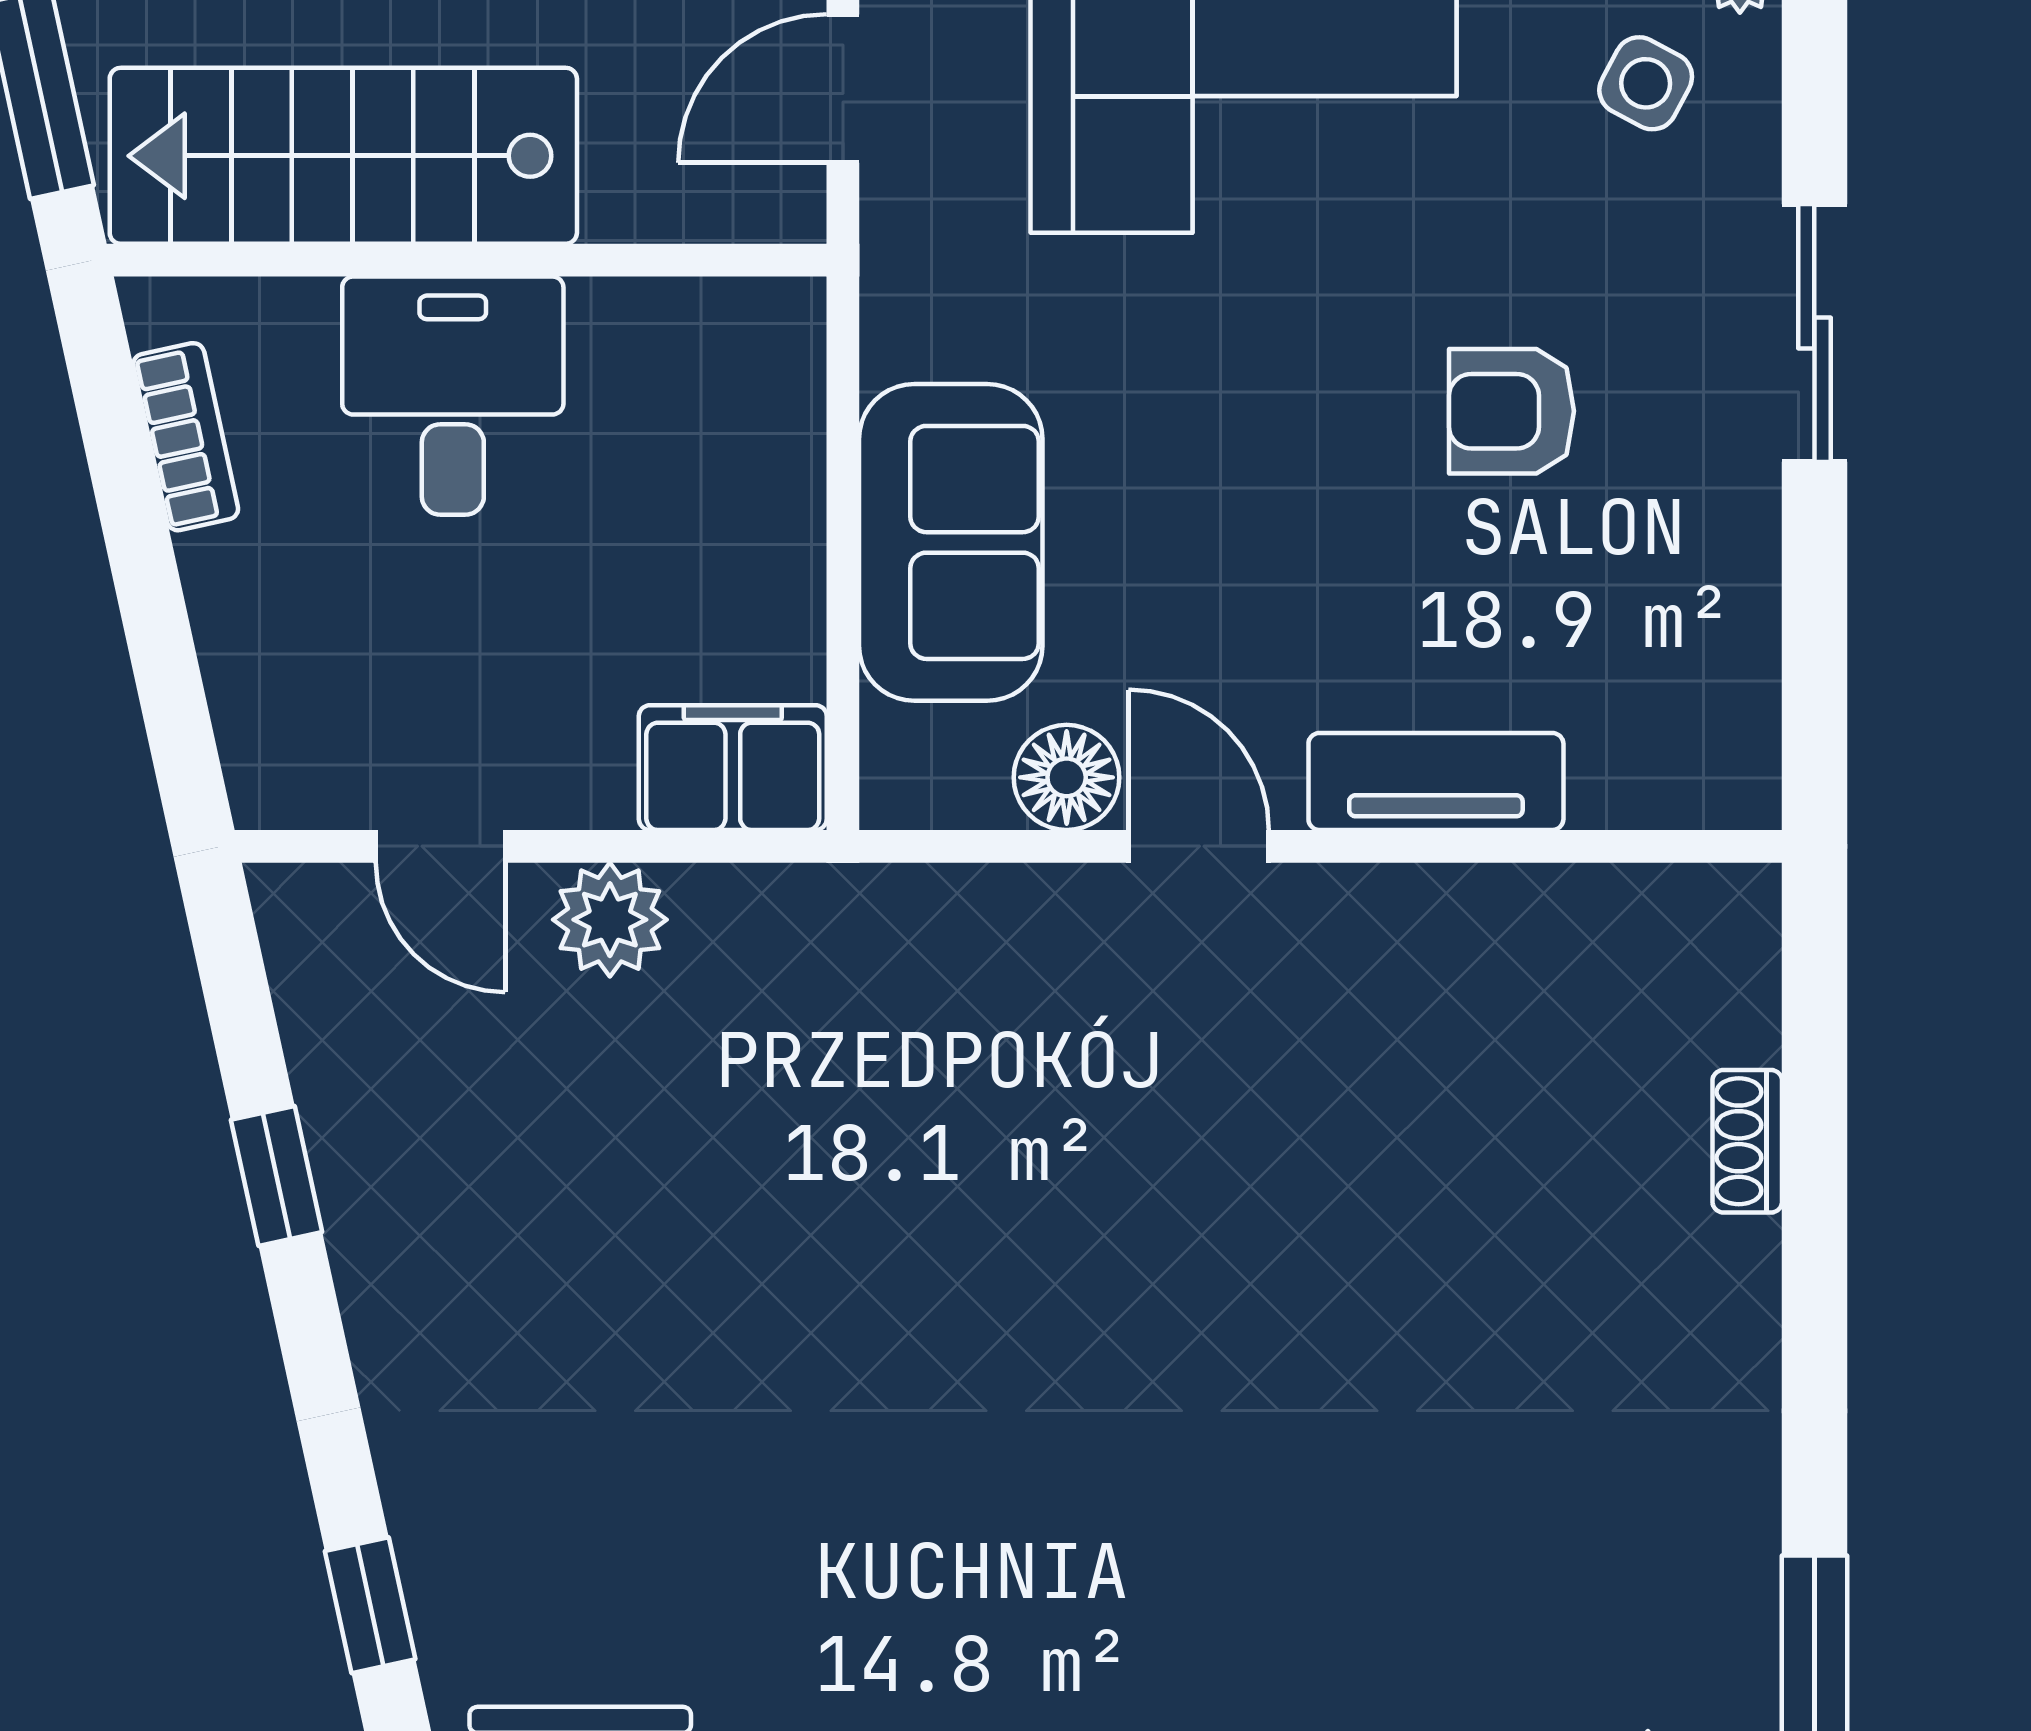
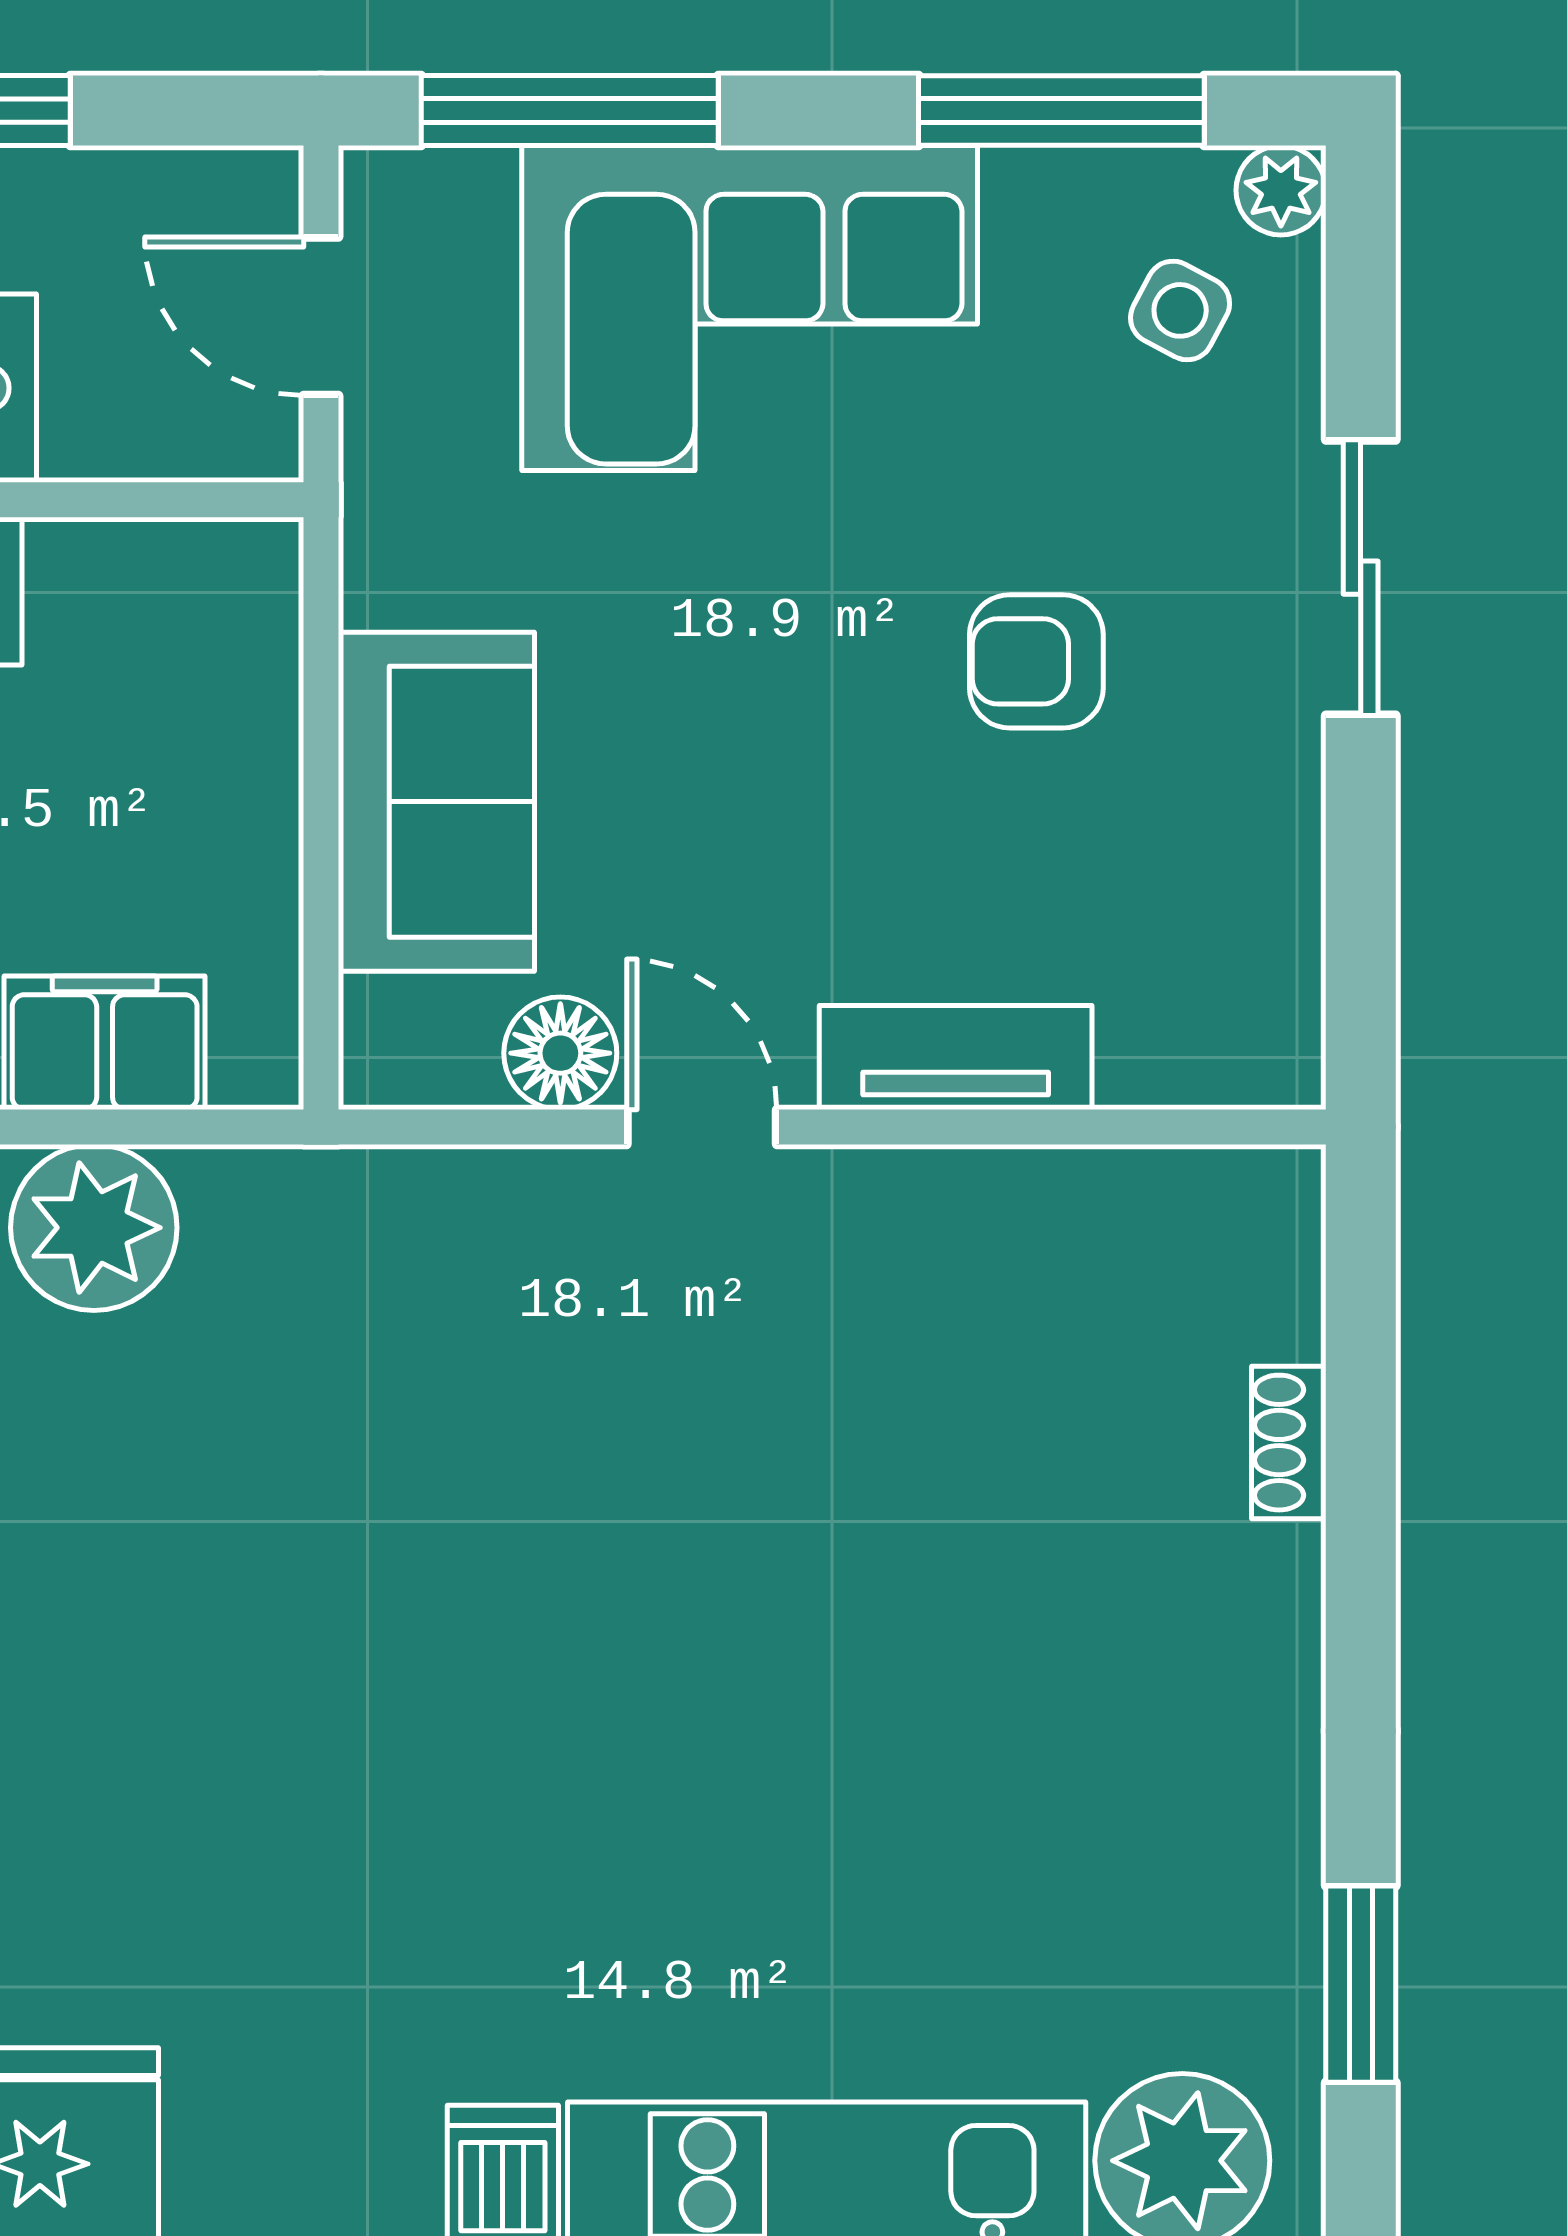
door: (843, 89) -> (321, 316), hinge flipped
filing cabinet: (733, 768) -> (105, 1043), moved
plant: (610, 920) -> (94, 1228), width x1.36, depth x1.36

